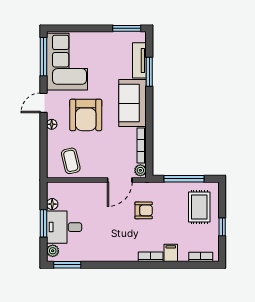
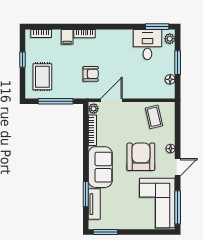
armchair: (144, 210) -> (91, 74), turned 180
desk: (64, 227) -> (147, 44), moved, turned -90

